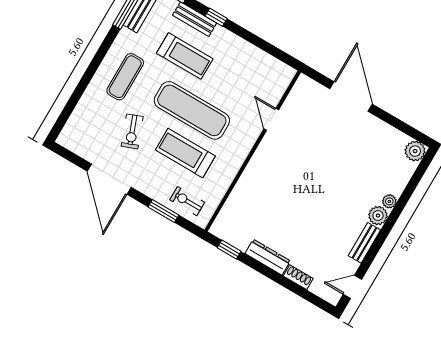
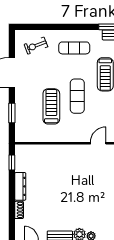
exercise mat: (192, 110) -> (77, 96), width x0.73, depth x0.69
exercise bike: (132, 131) -> (36, 46), moved
exercise bike: (187, 201) -> (25, 123), removed

